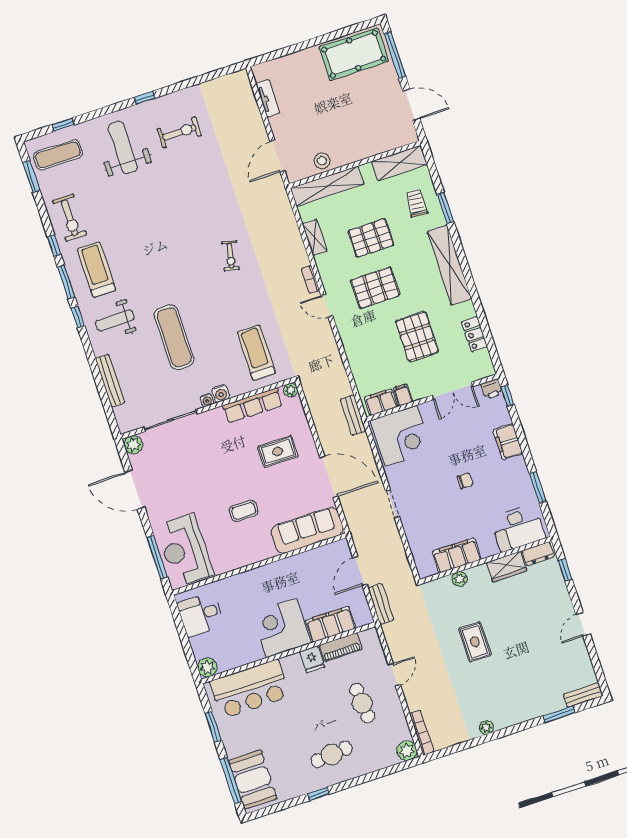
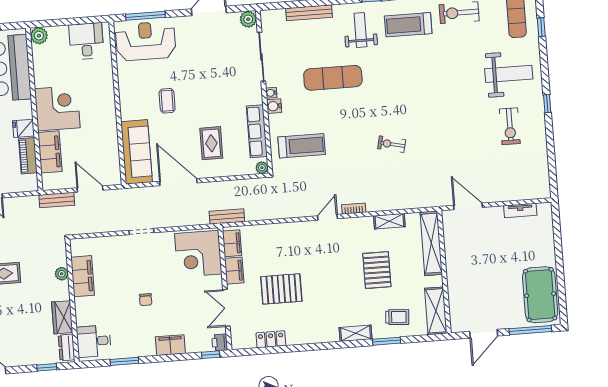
stool: (322, 161) -> (454, 244), removed
shelving: (449, 265) -> (356, 333), width x0.45, depth x0.75
treadmill: (96, 270) -> (408, 25), turned 180
pallet: (375, 288) -> (333, 263), removed
filing cabinet: (403, 395) -> (234, 271), width x2.00
door: (329, 477) -> (178, 182), swing flipped
desk: (518, 528) -> (94, 341), width x0.73

